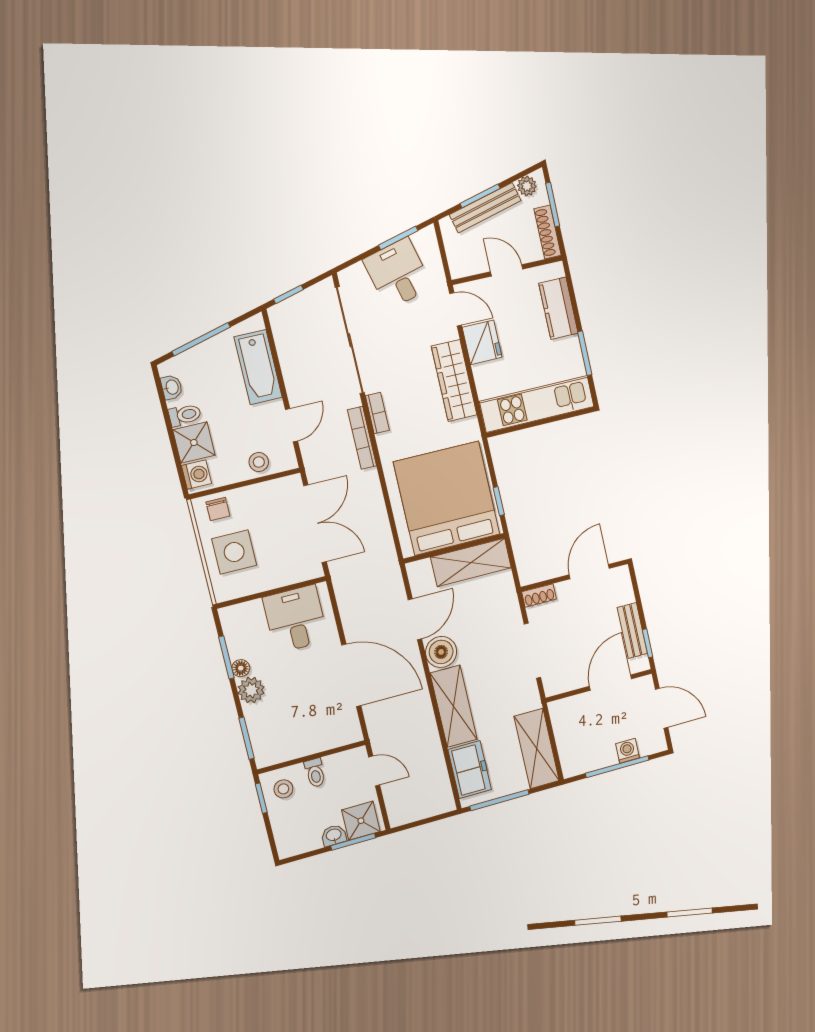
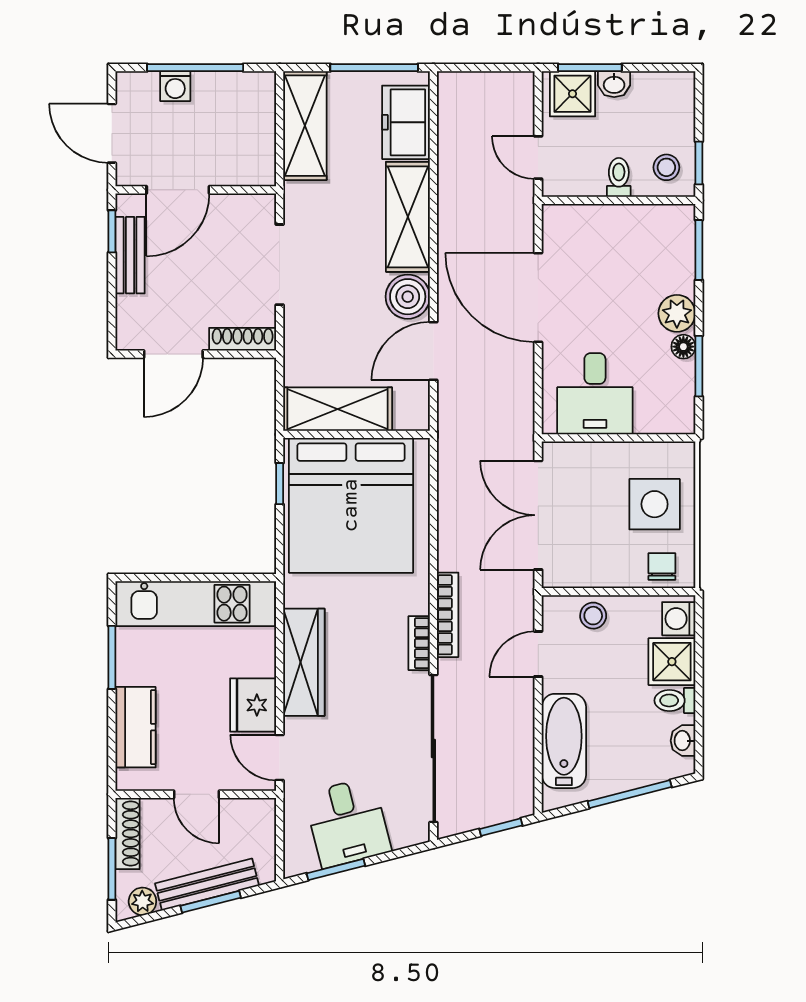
shoe rack: (539, 595) -> (243, 339), width x1.43

